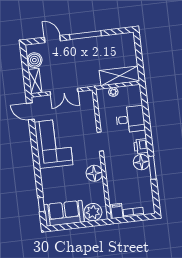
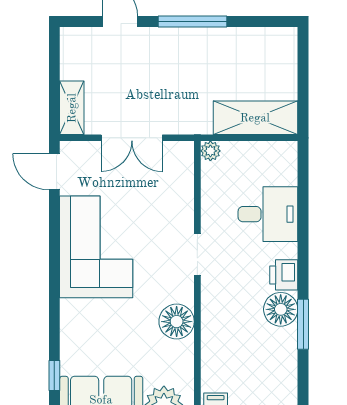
boiler: (34, 60) -> (76, 62), removed
plant: (113, 92) -> (210, 151), moved

